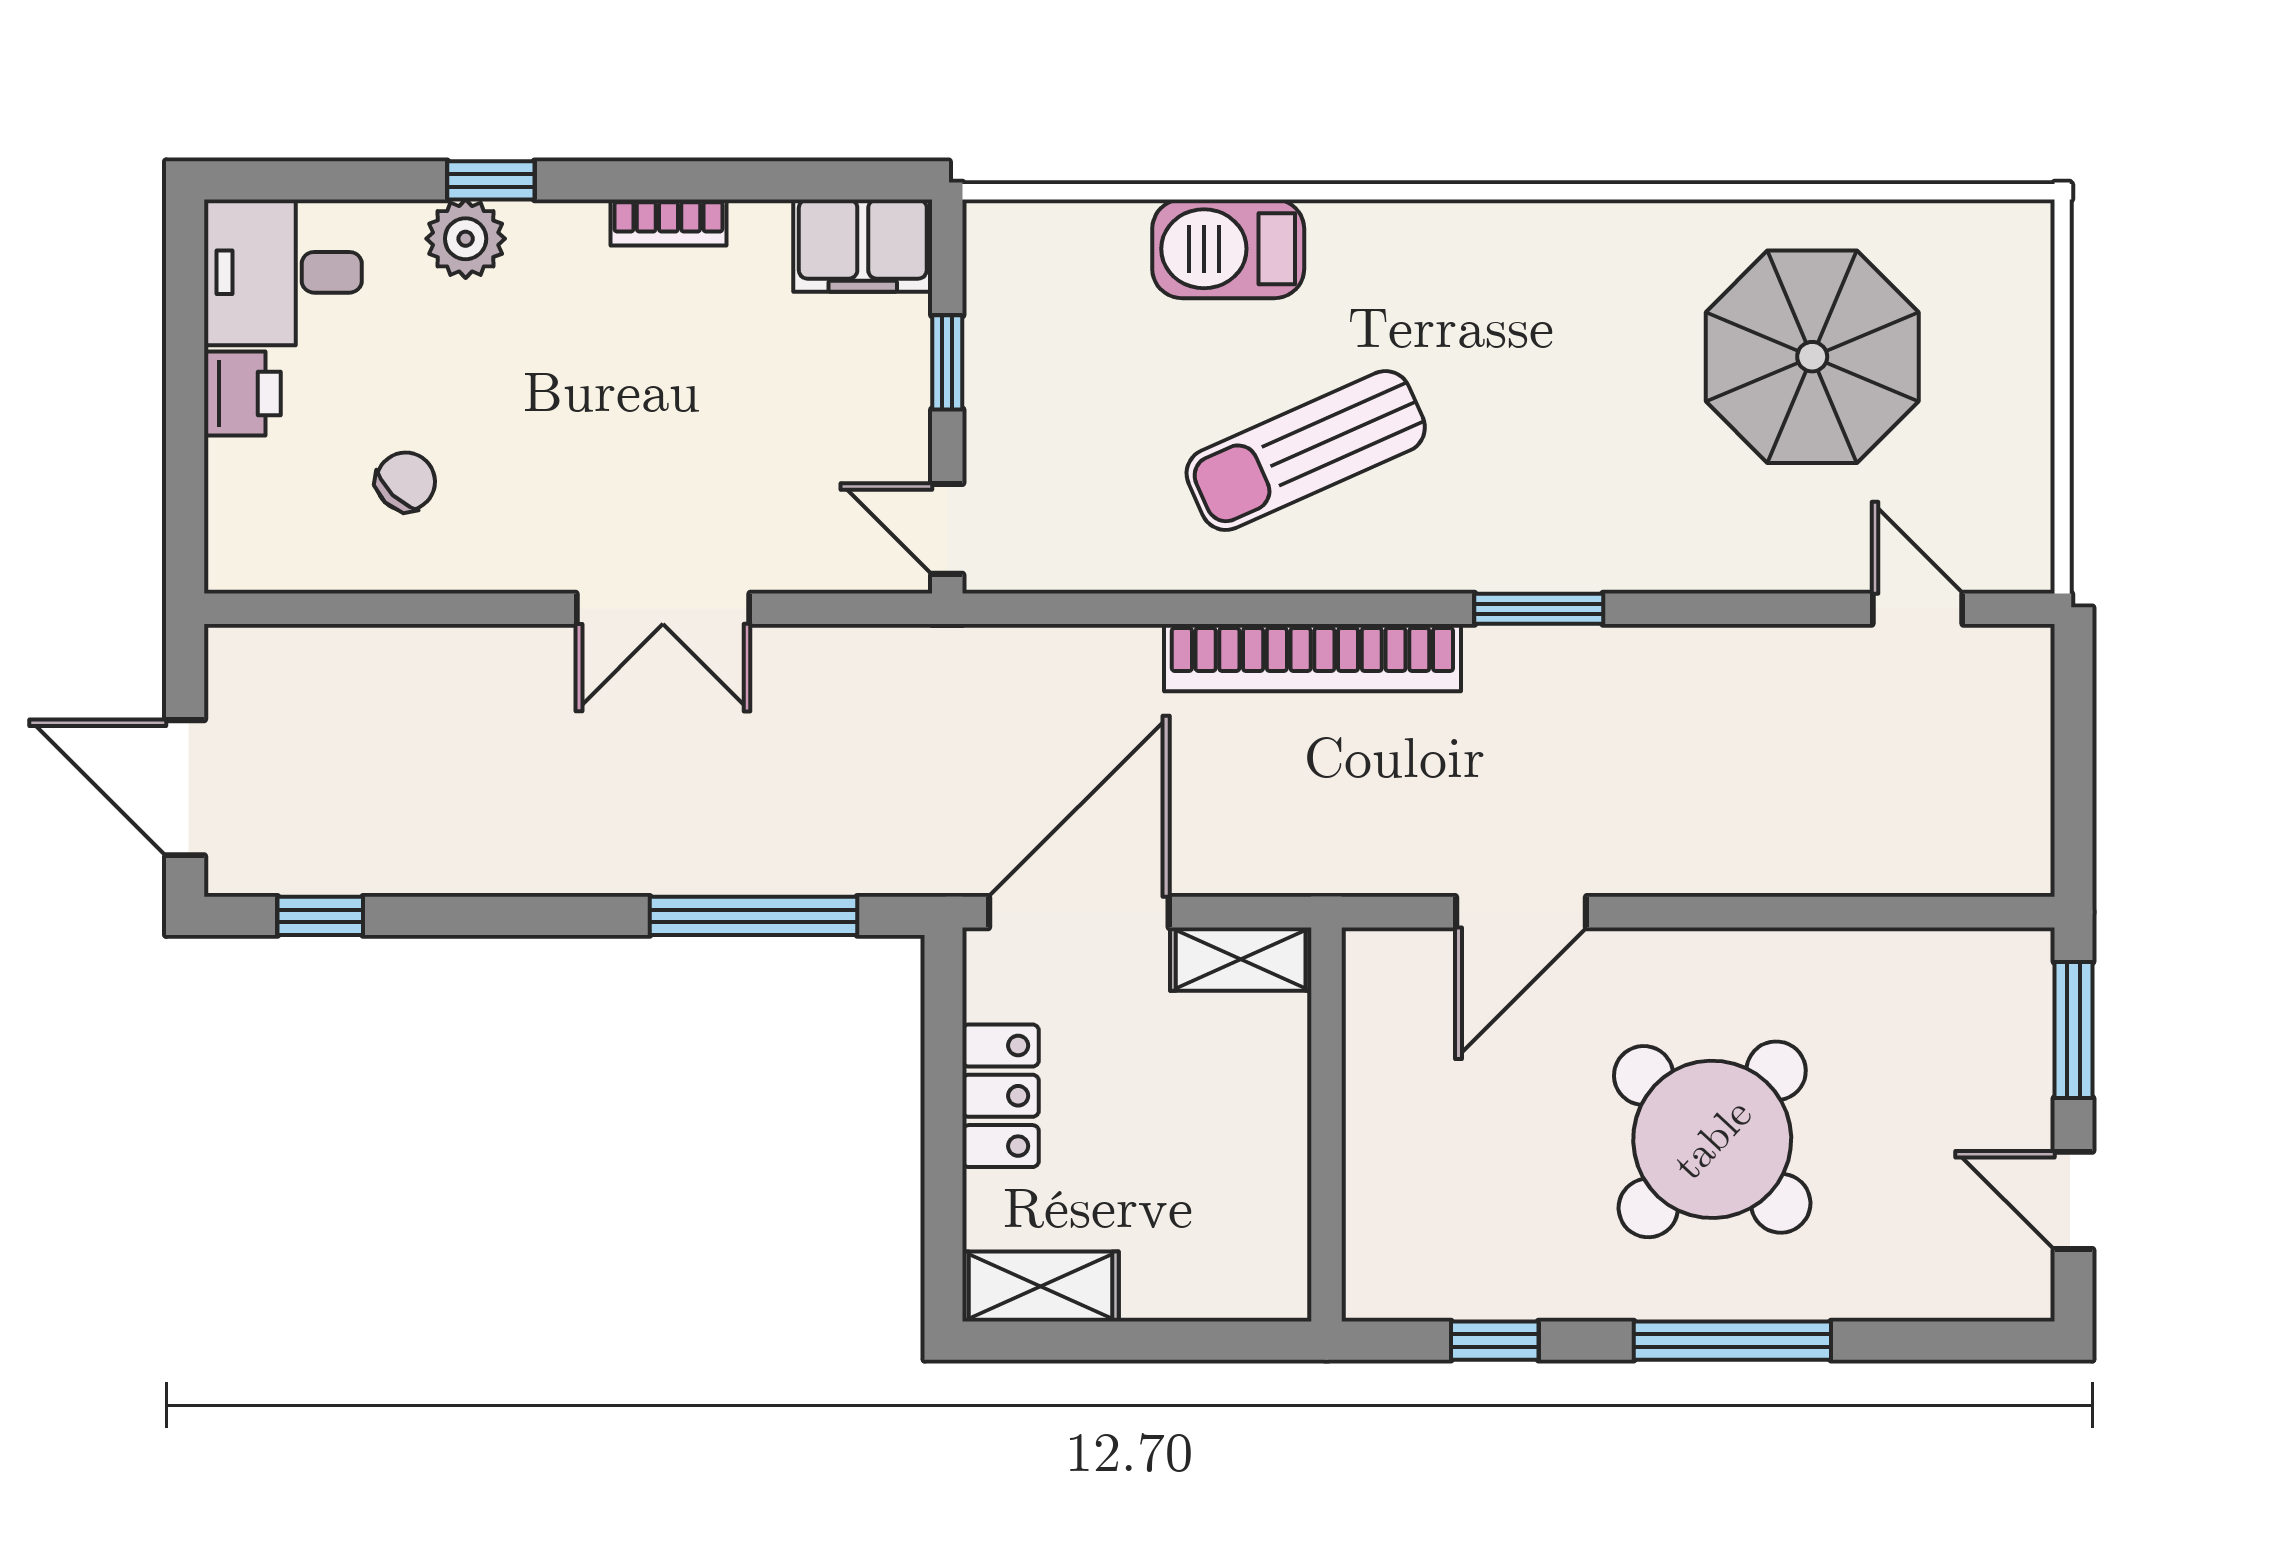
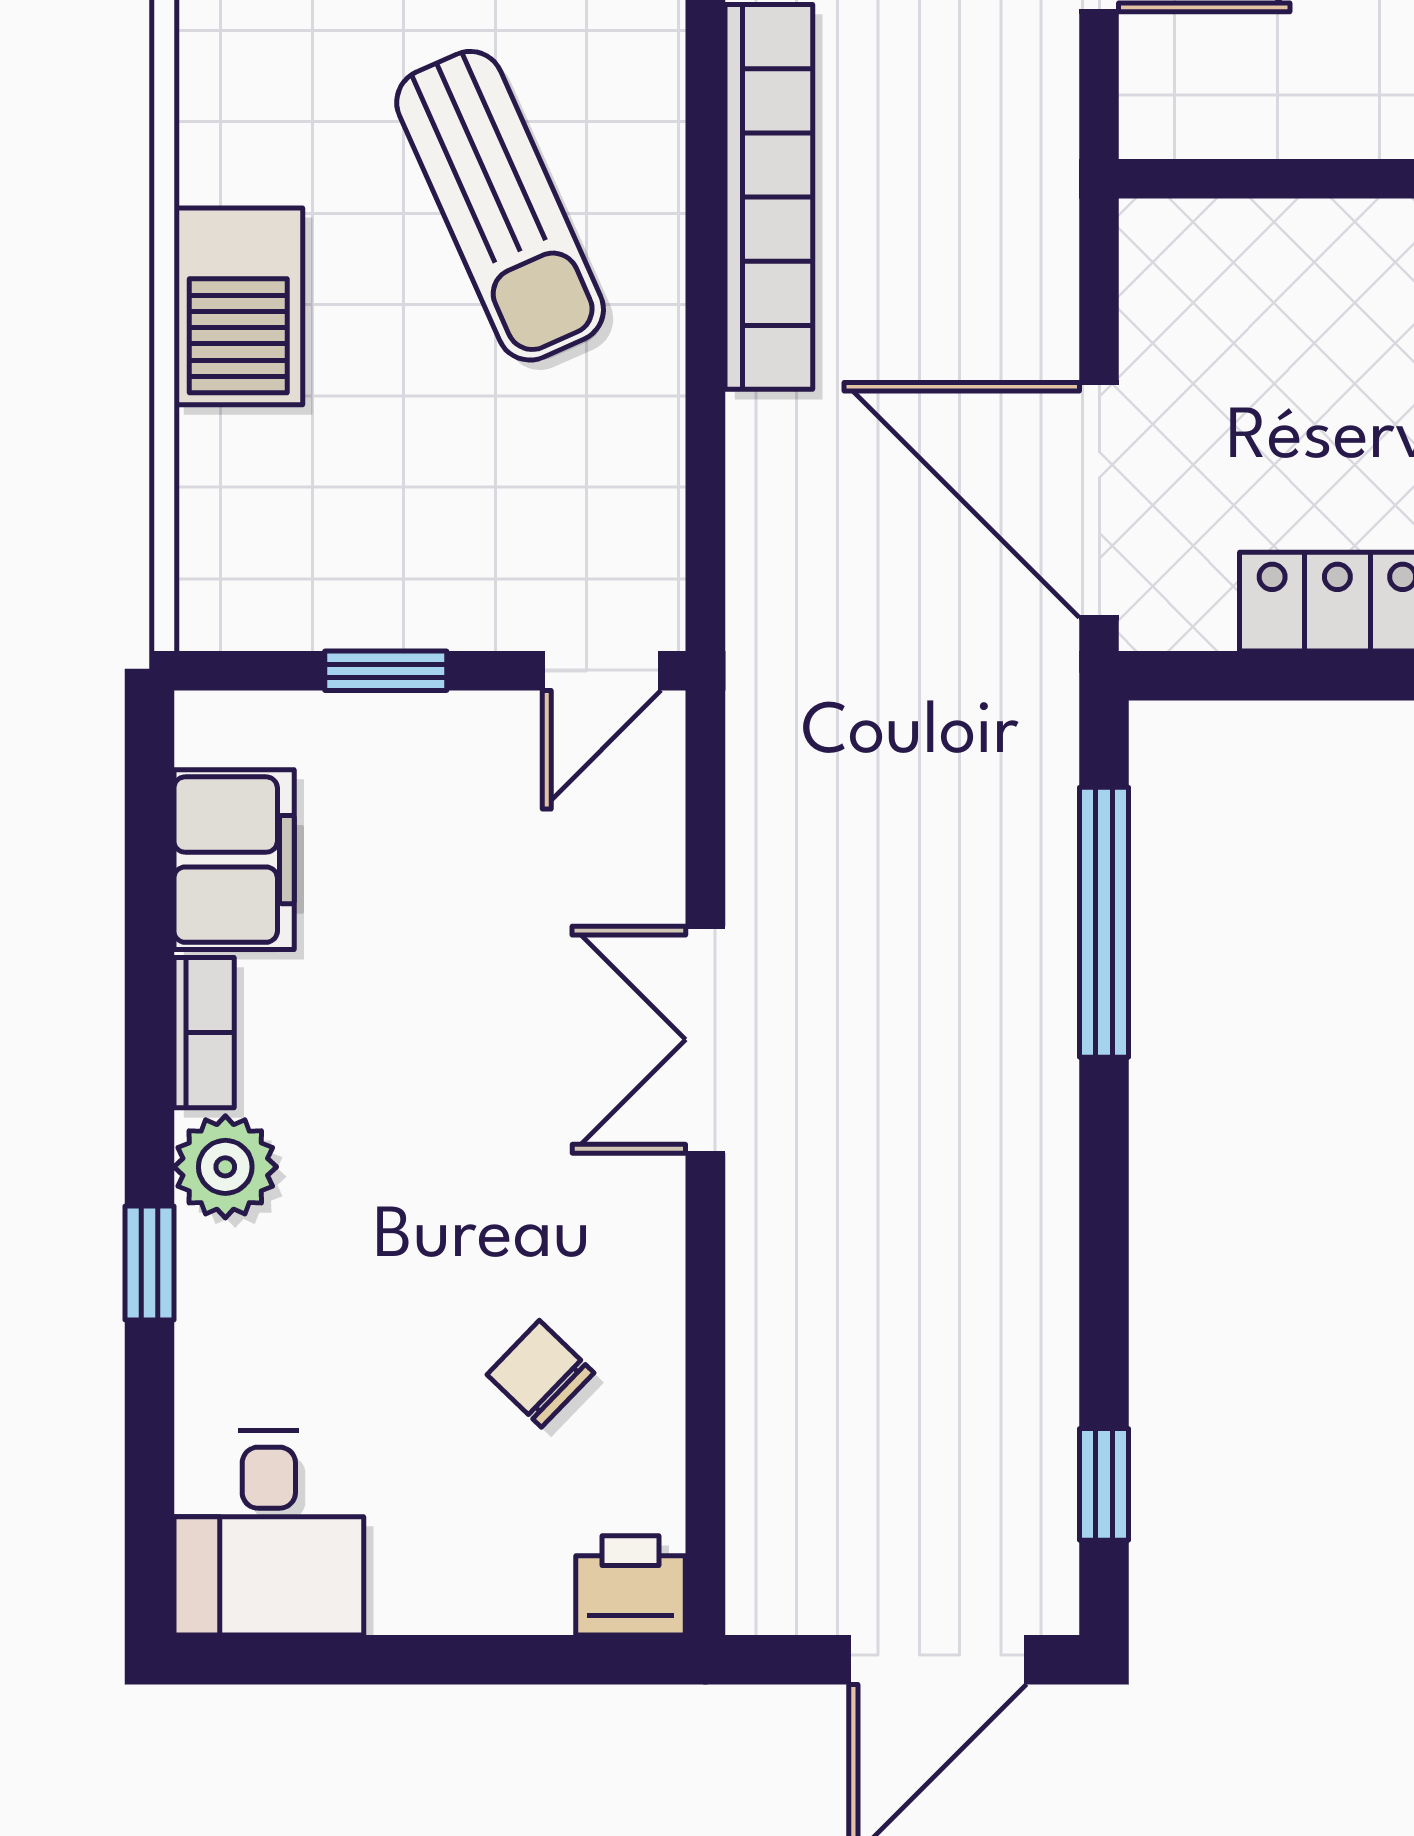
plant: (466, 239) -> (225, 1167), moved
filing cabinet: (863, 246) -> (234, 860), moved
printer: (242, 394) -> (631, 1585), moved
double door: (663, 609) -> (705, 1040), swing flipped
shelving: (1241, 959) -> (1160, 290), removed

